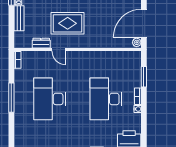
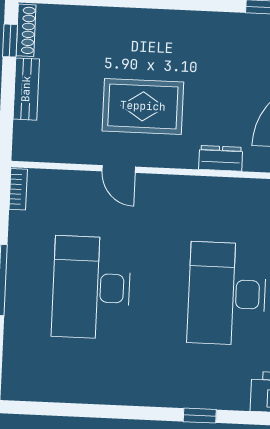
dresser: (41, 43) -> (221, 158), moved

